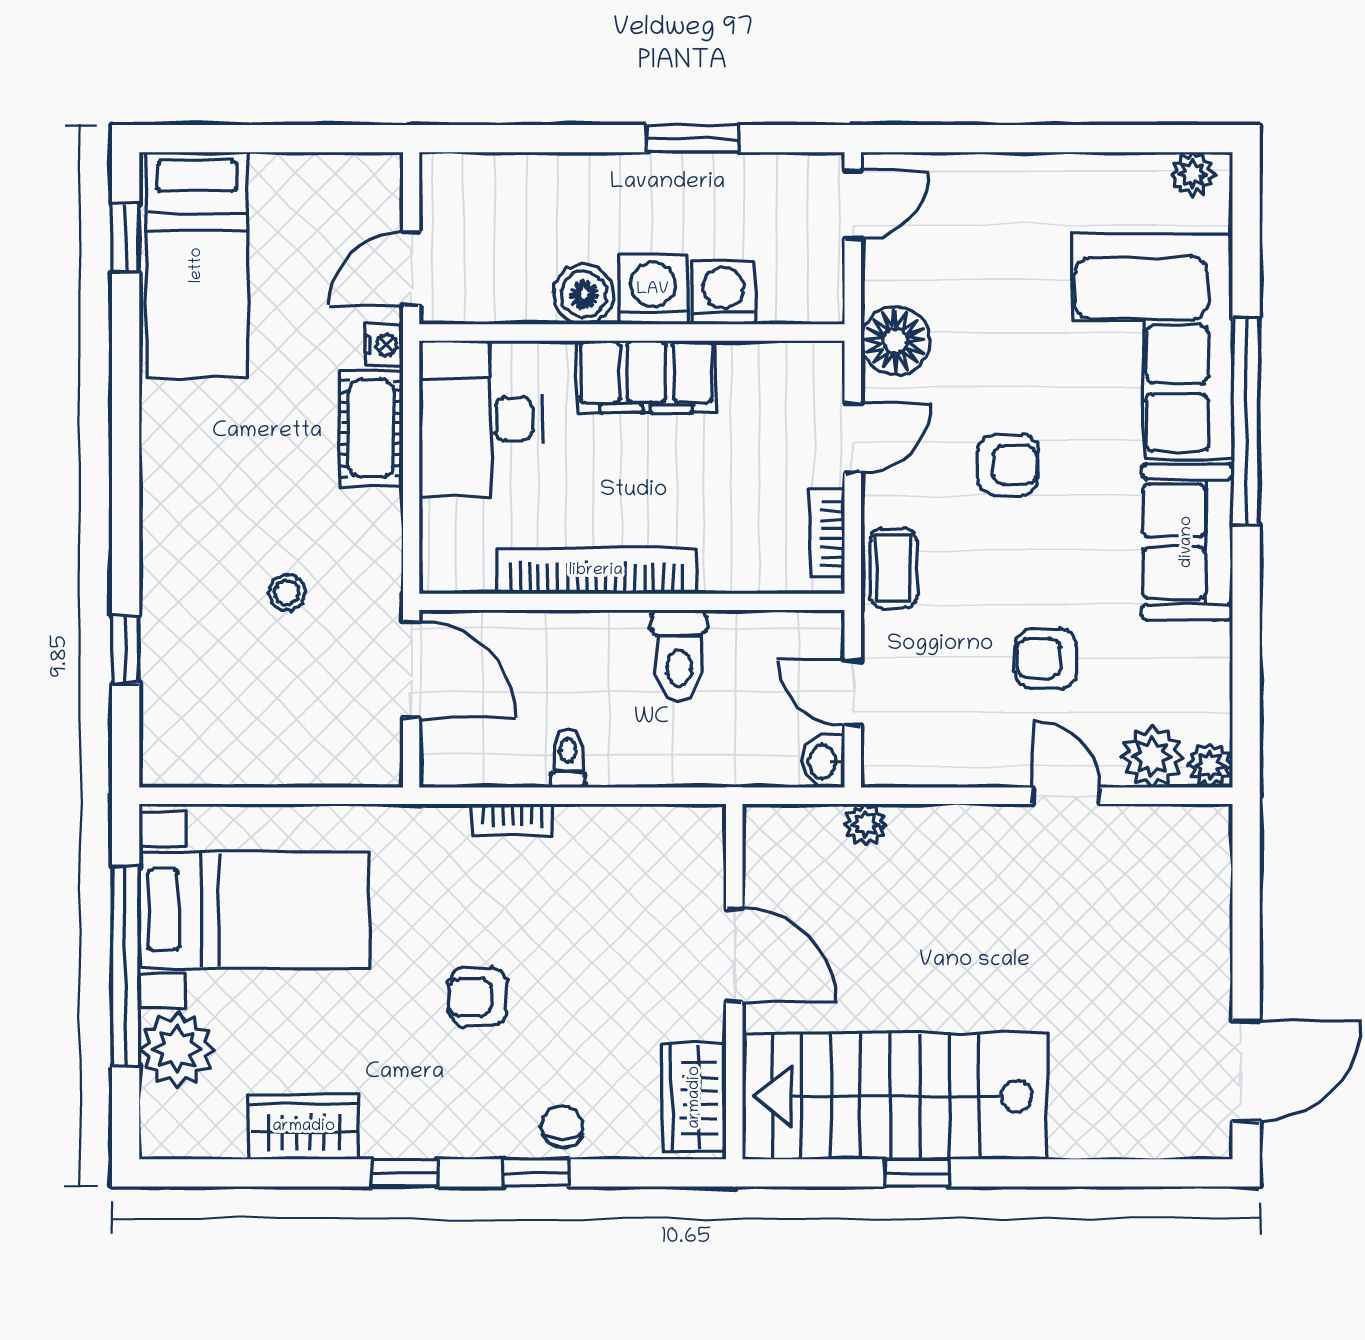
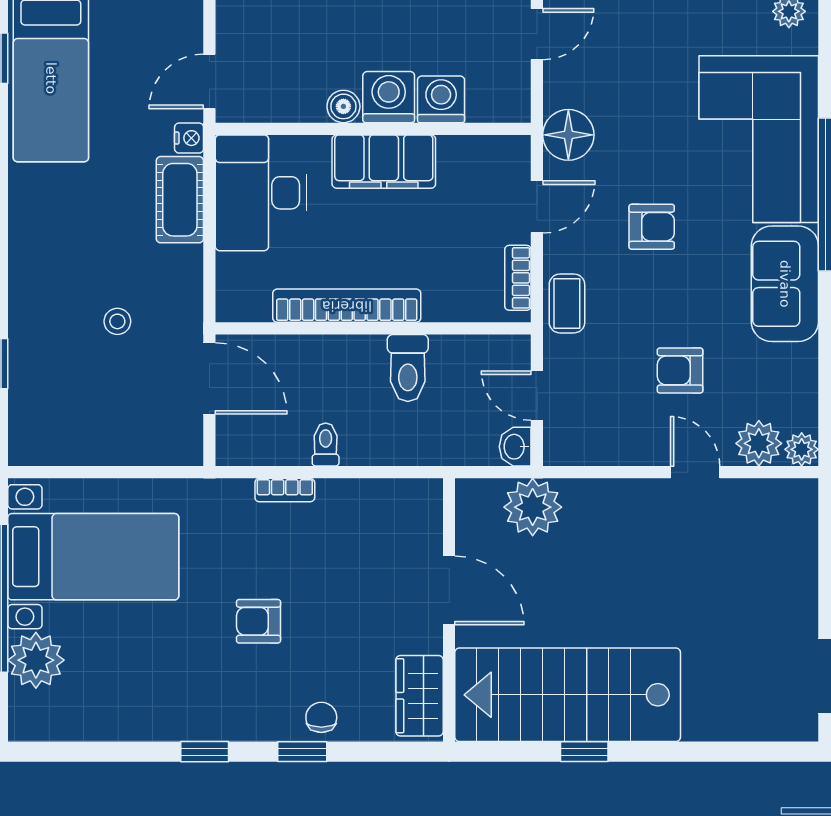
boiler: (584, 294) -> (343, 106), width x0.73, depth x0.73
plant: (865, 825) -> (533, 507), width x1.88, depth x1.88
wardrobe: (304, 1127) -> (130, 718), removed

